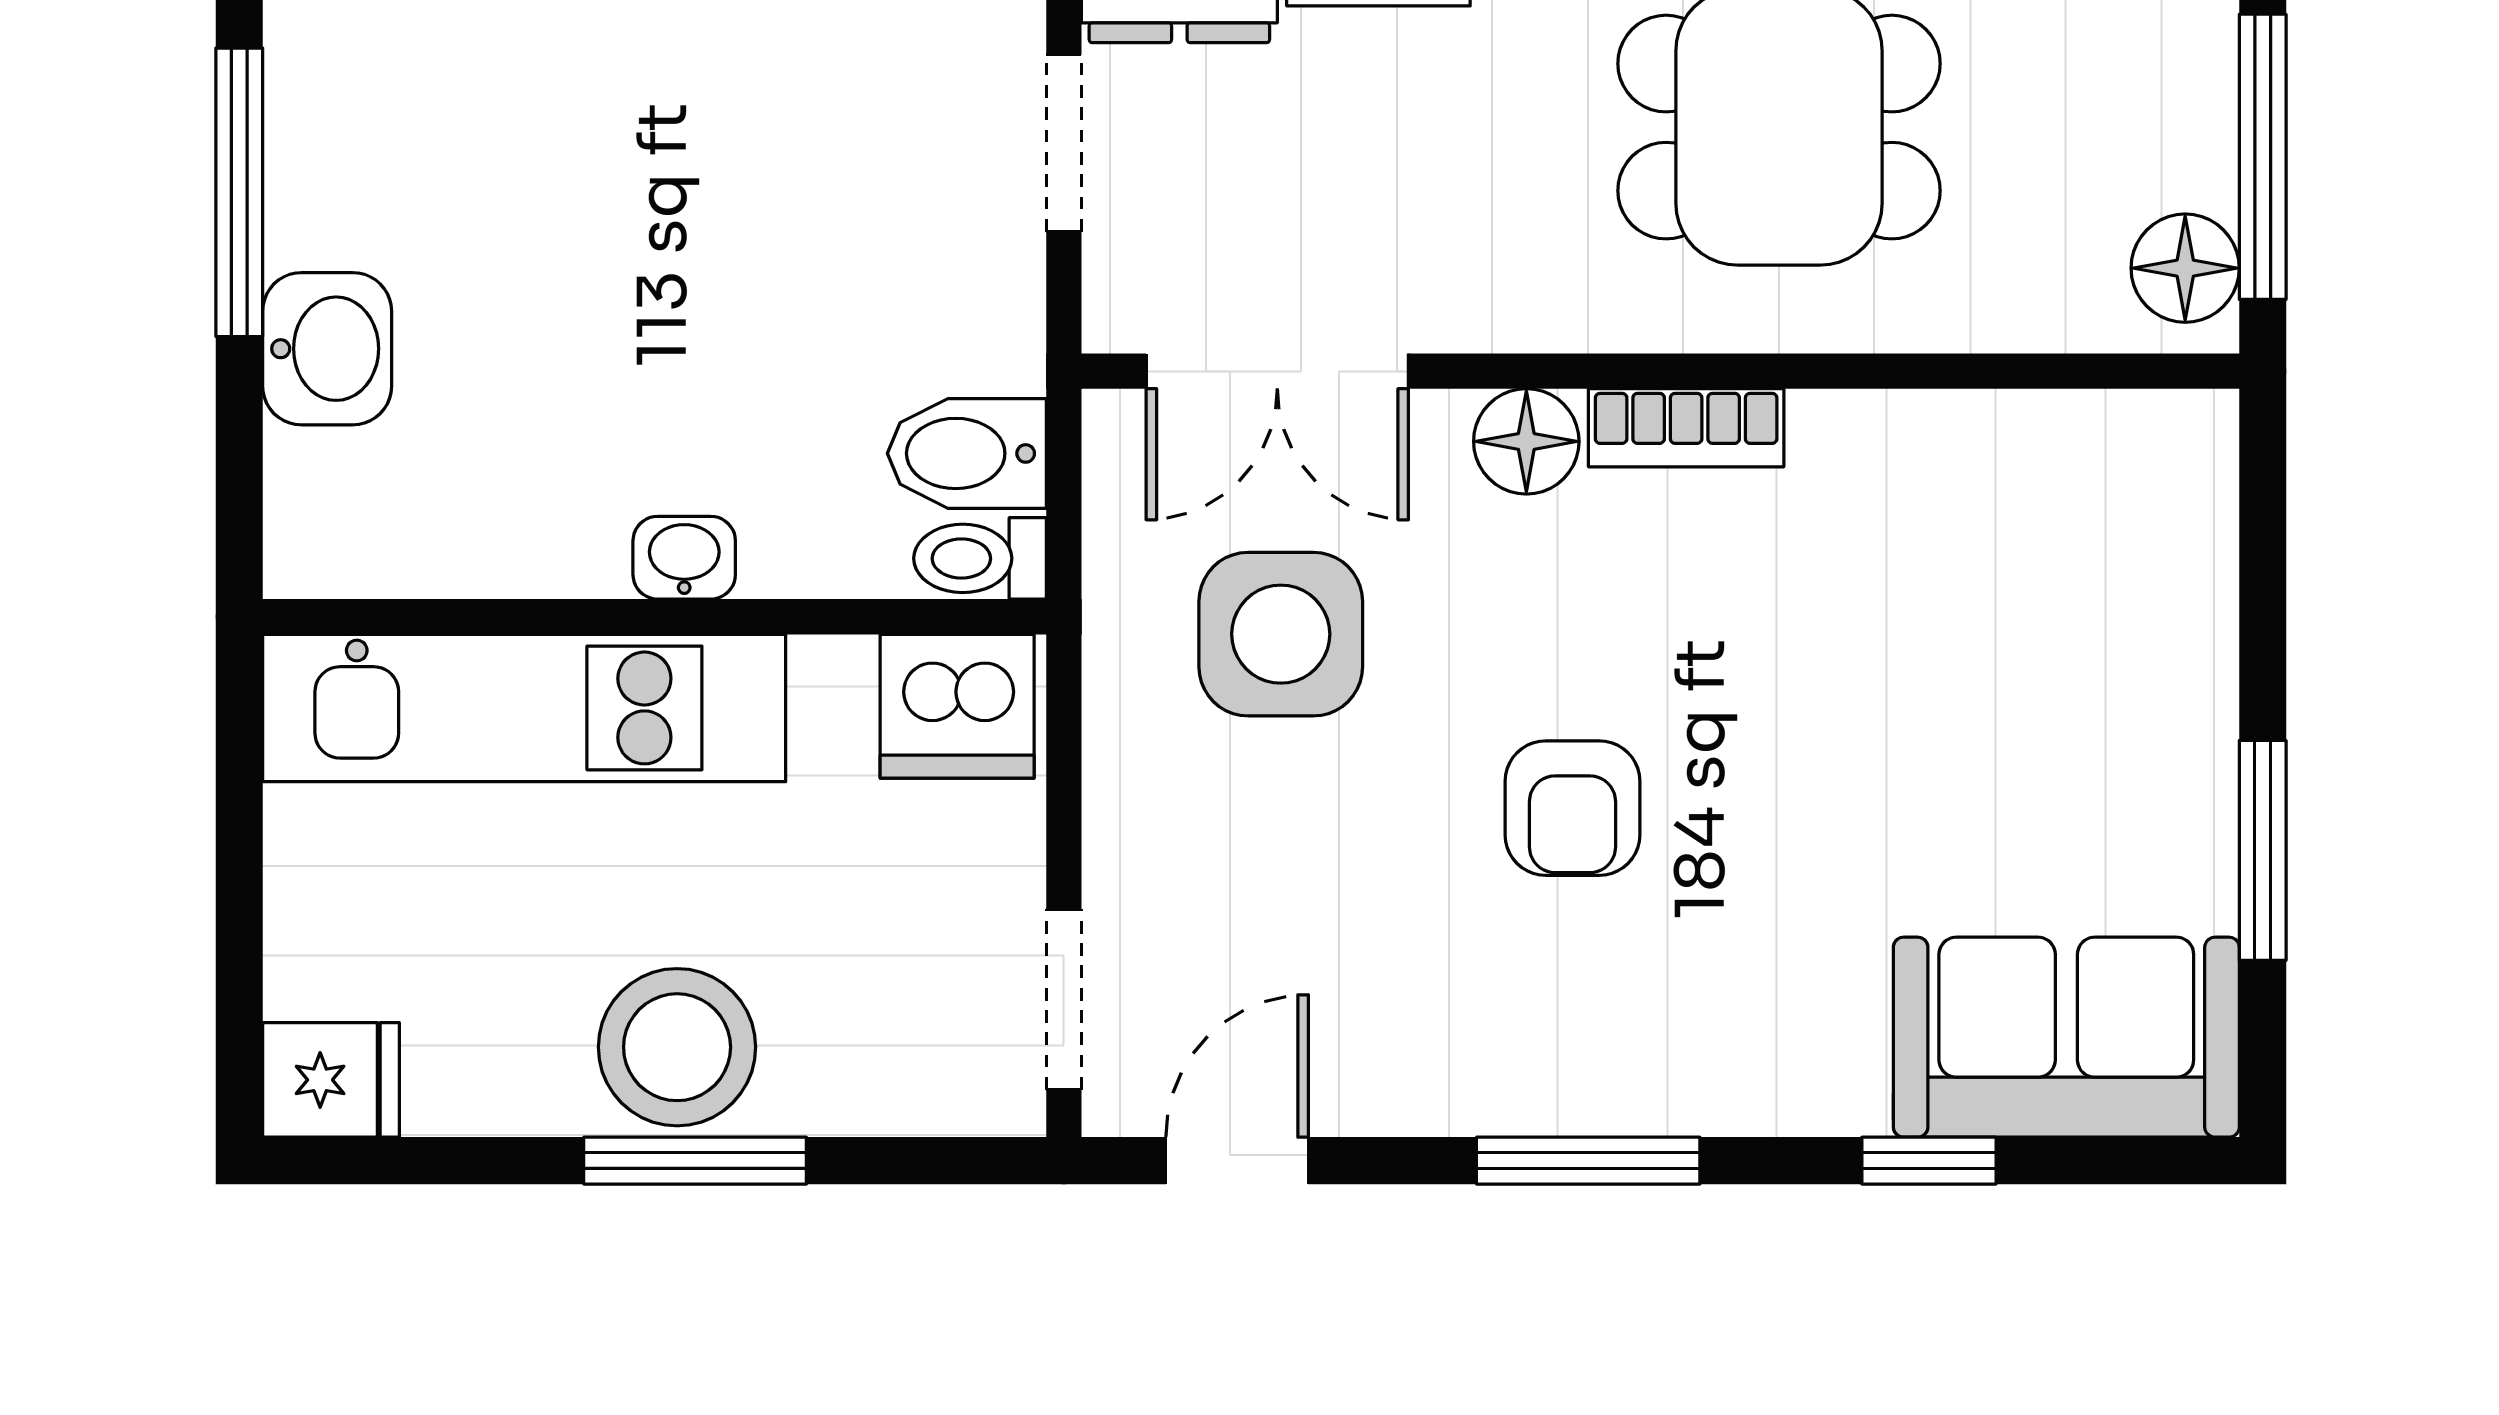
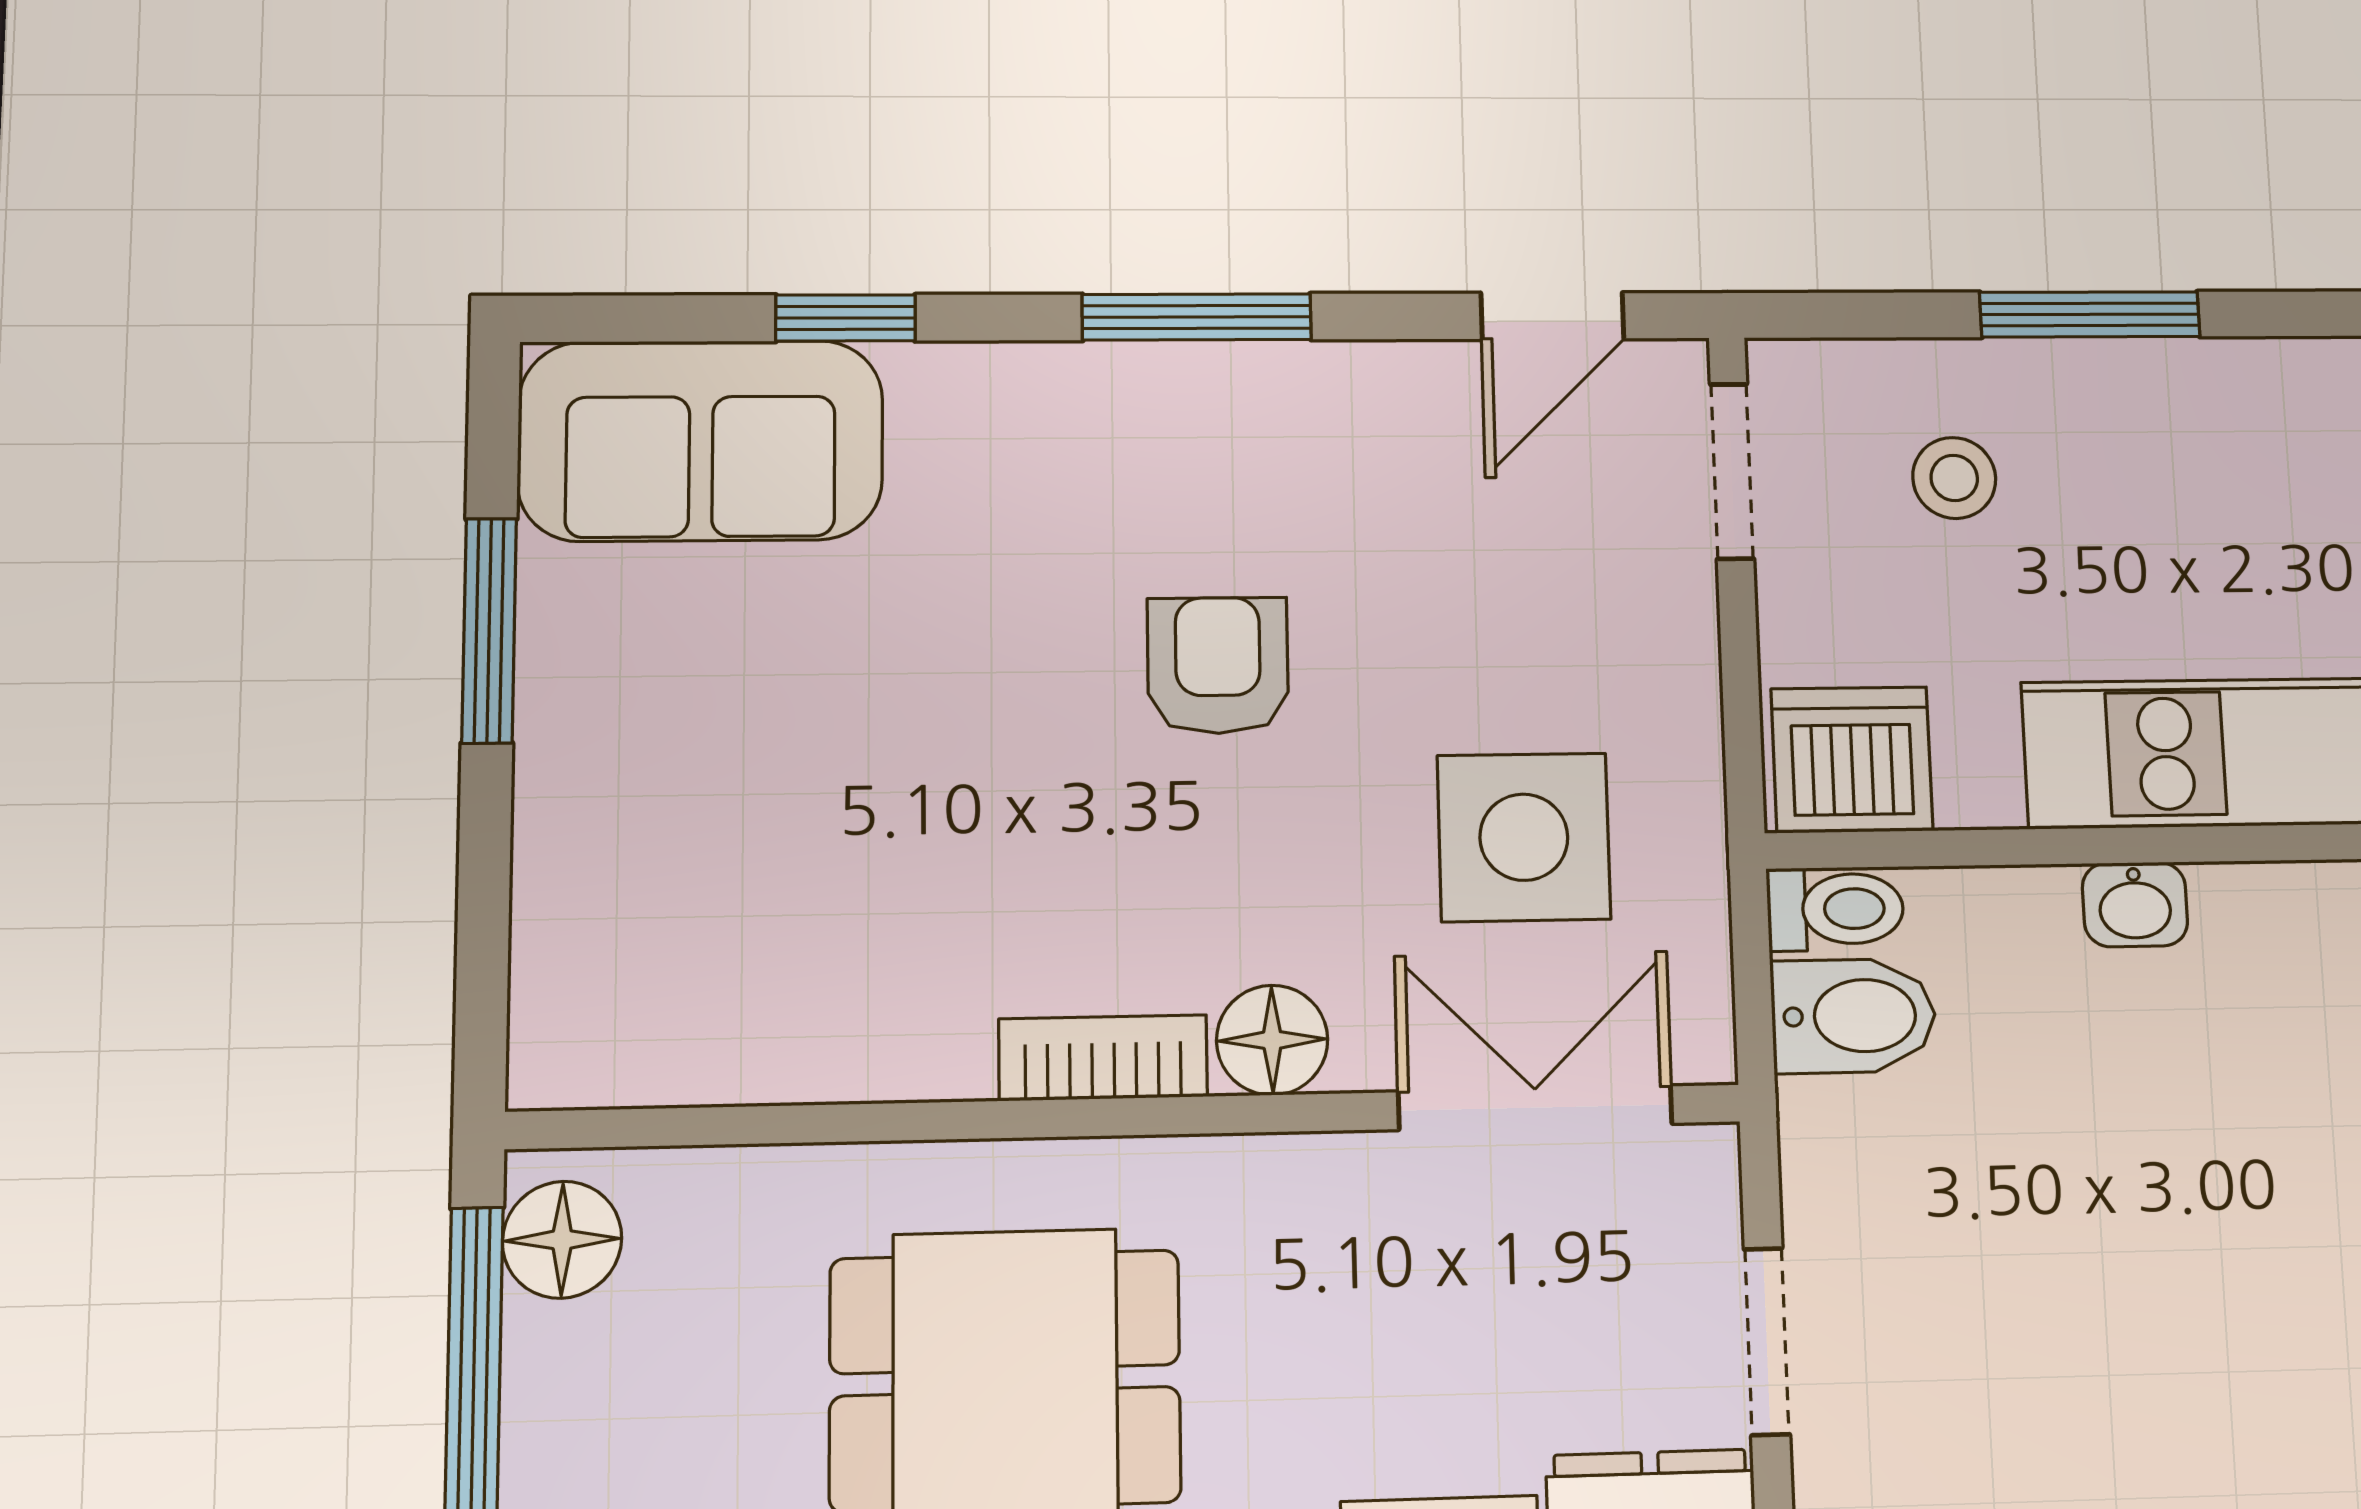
stool: (677, 1047) -> (1954, 478), moved, width x0.53, depth x0.53

